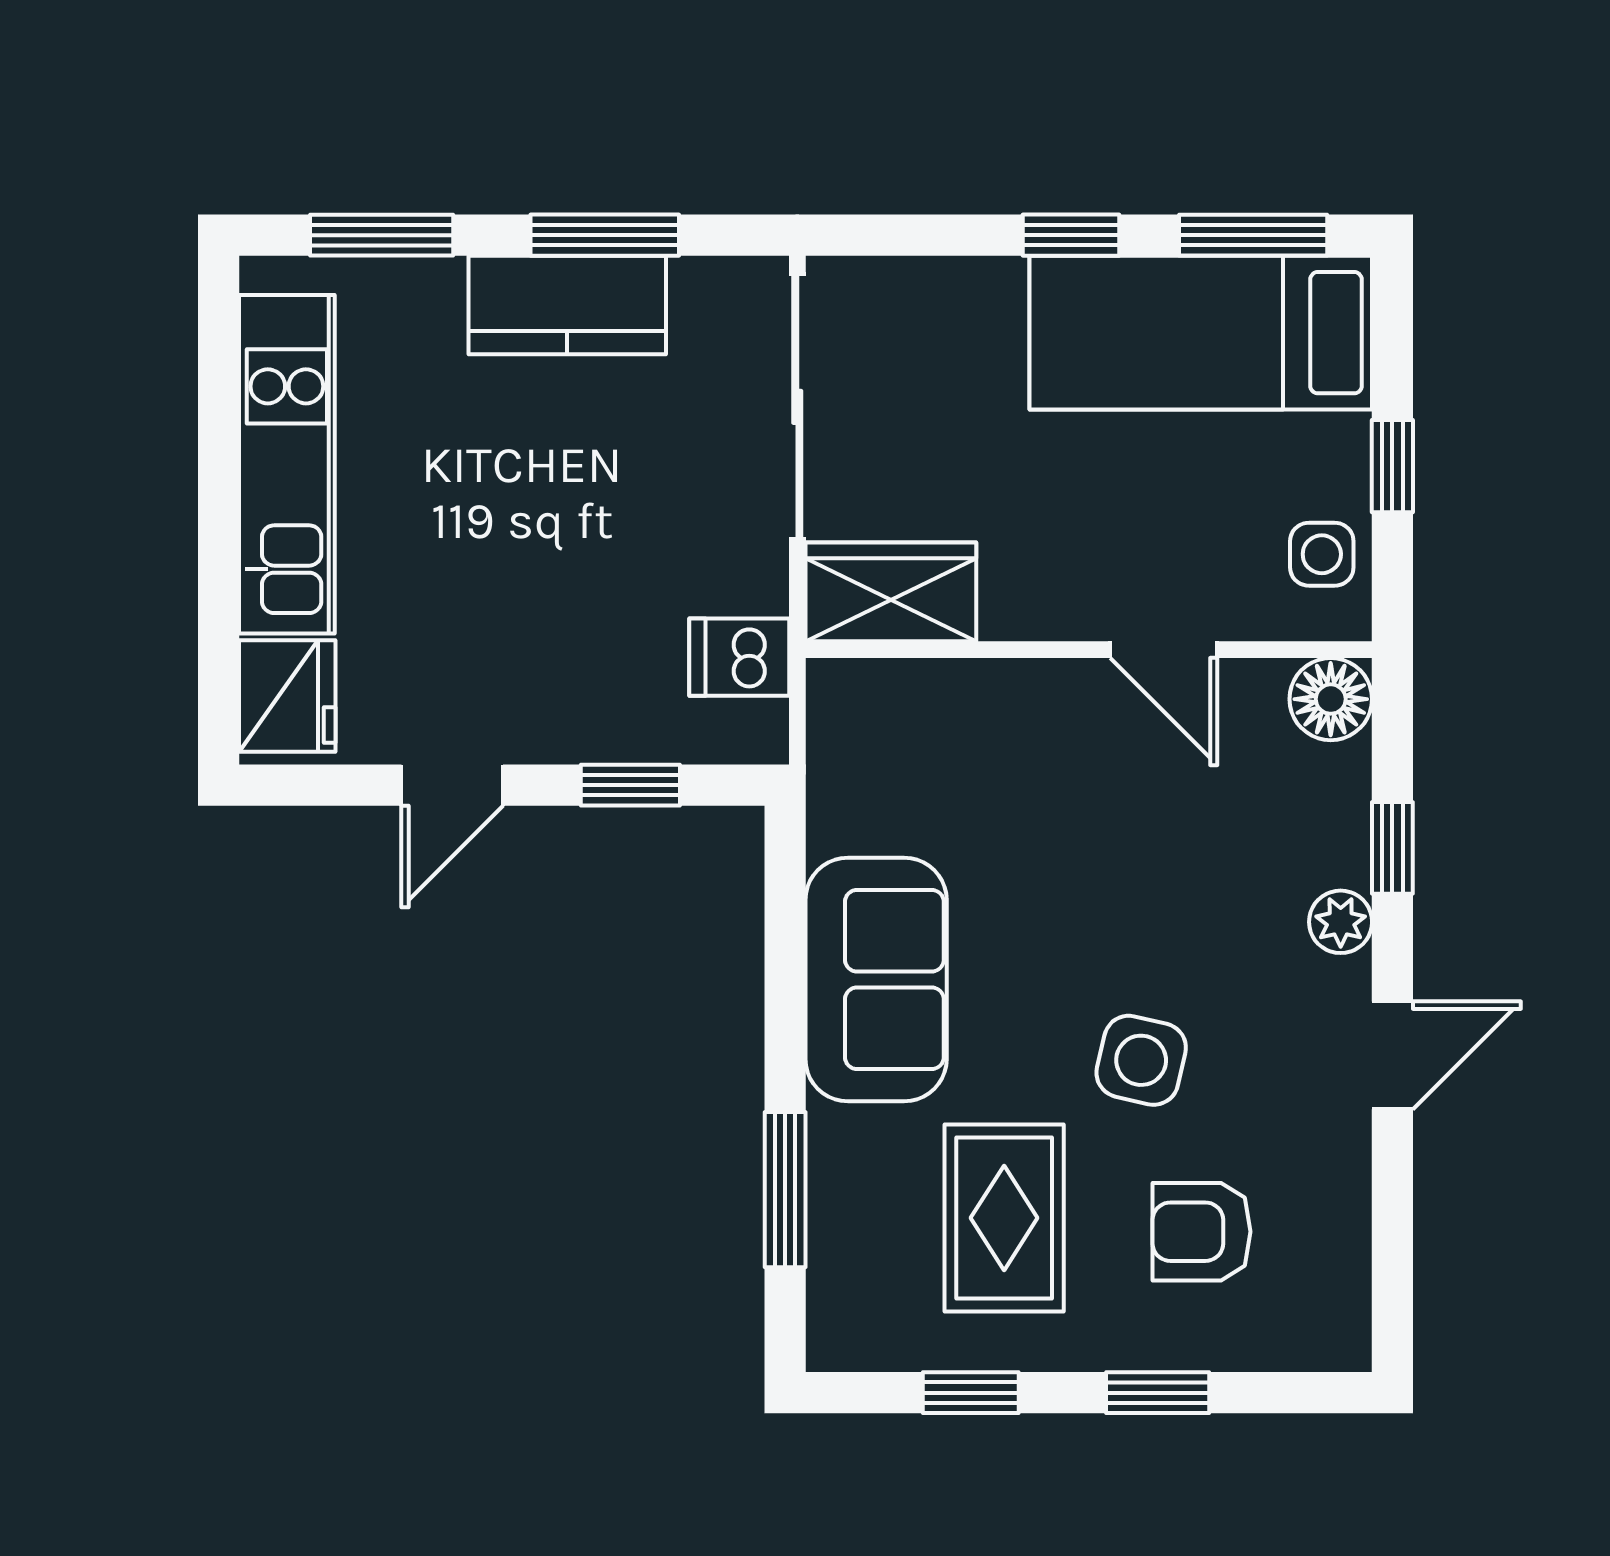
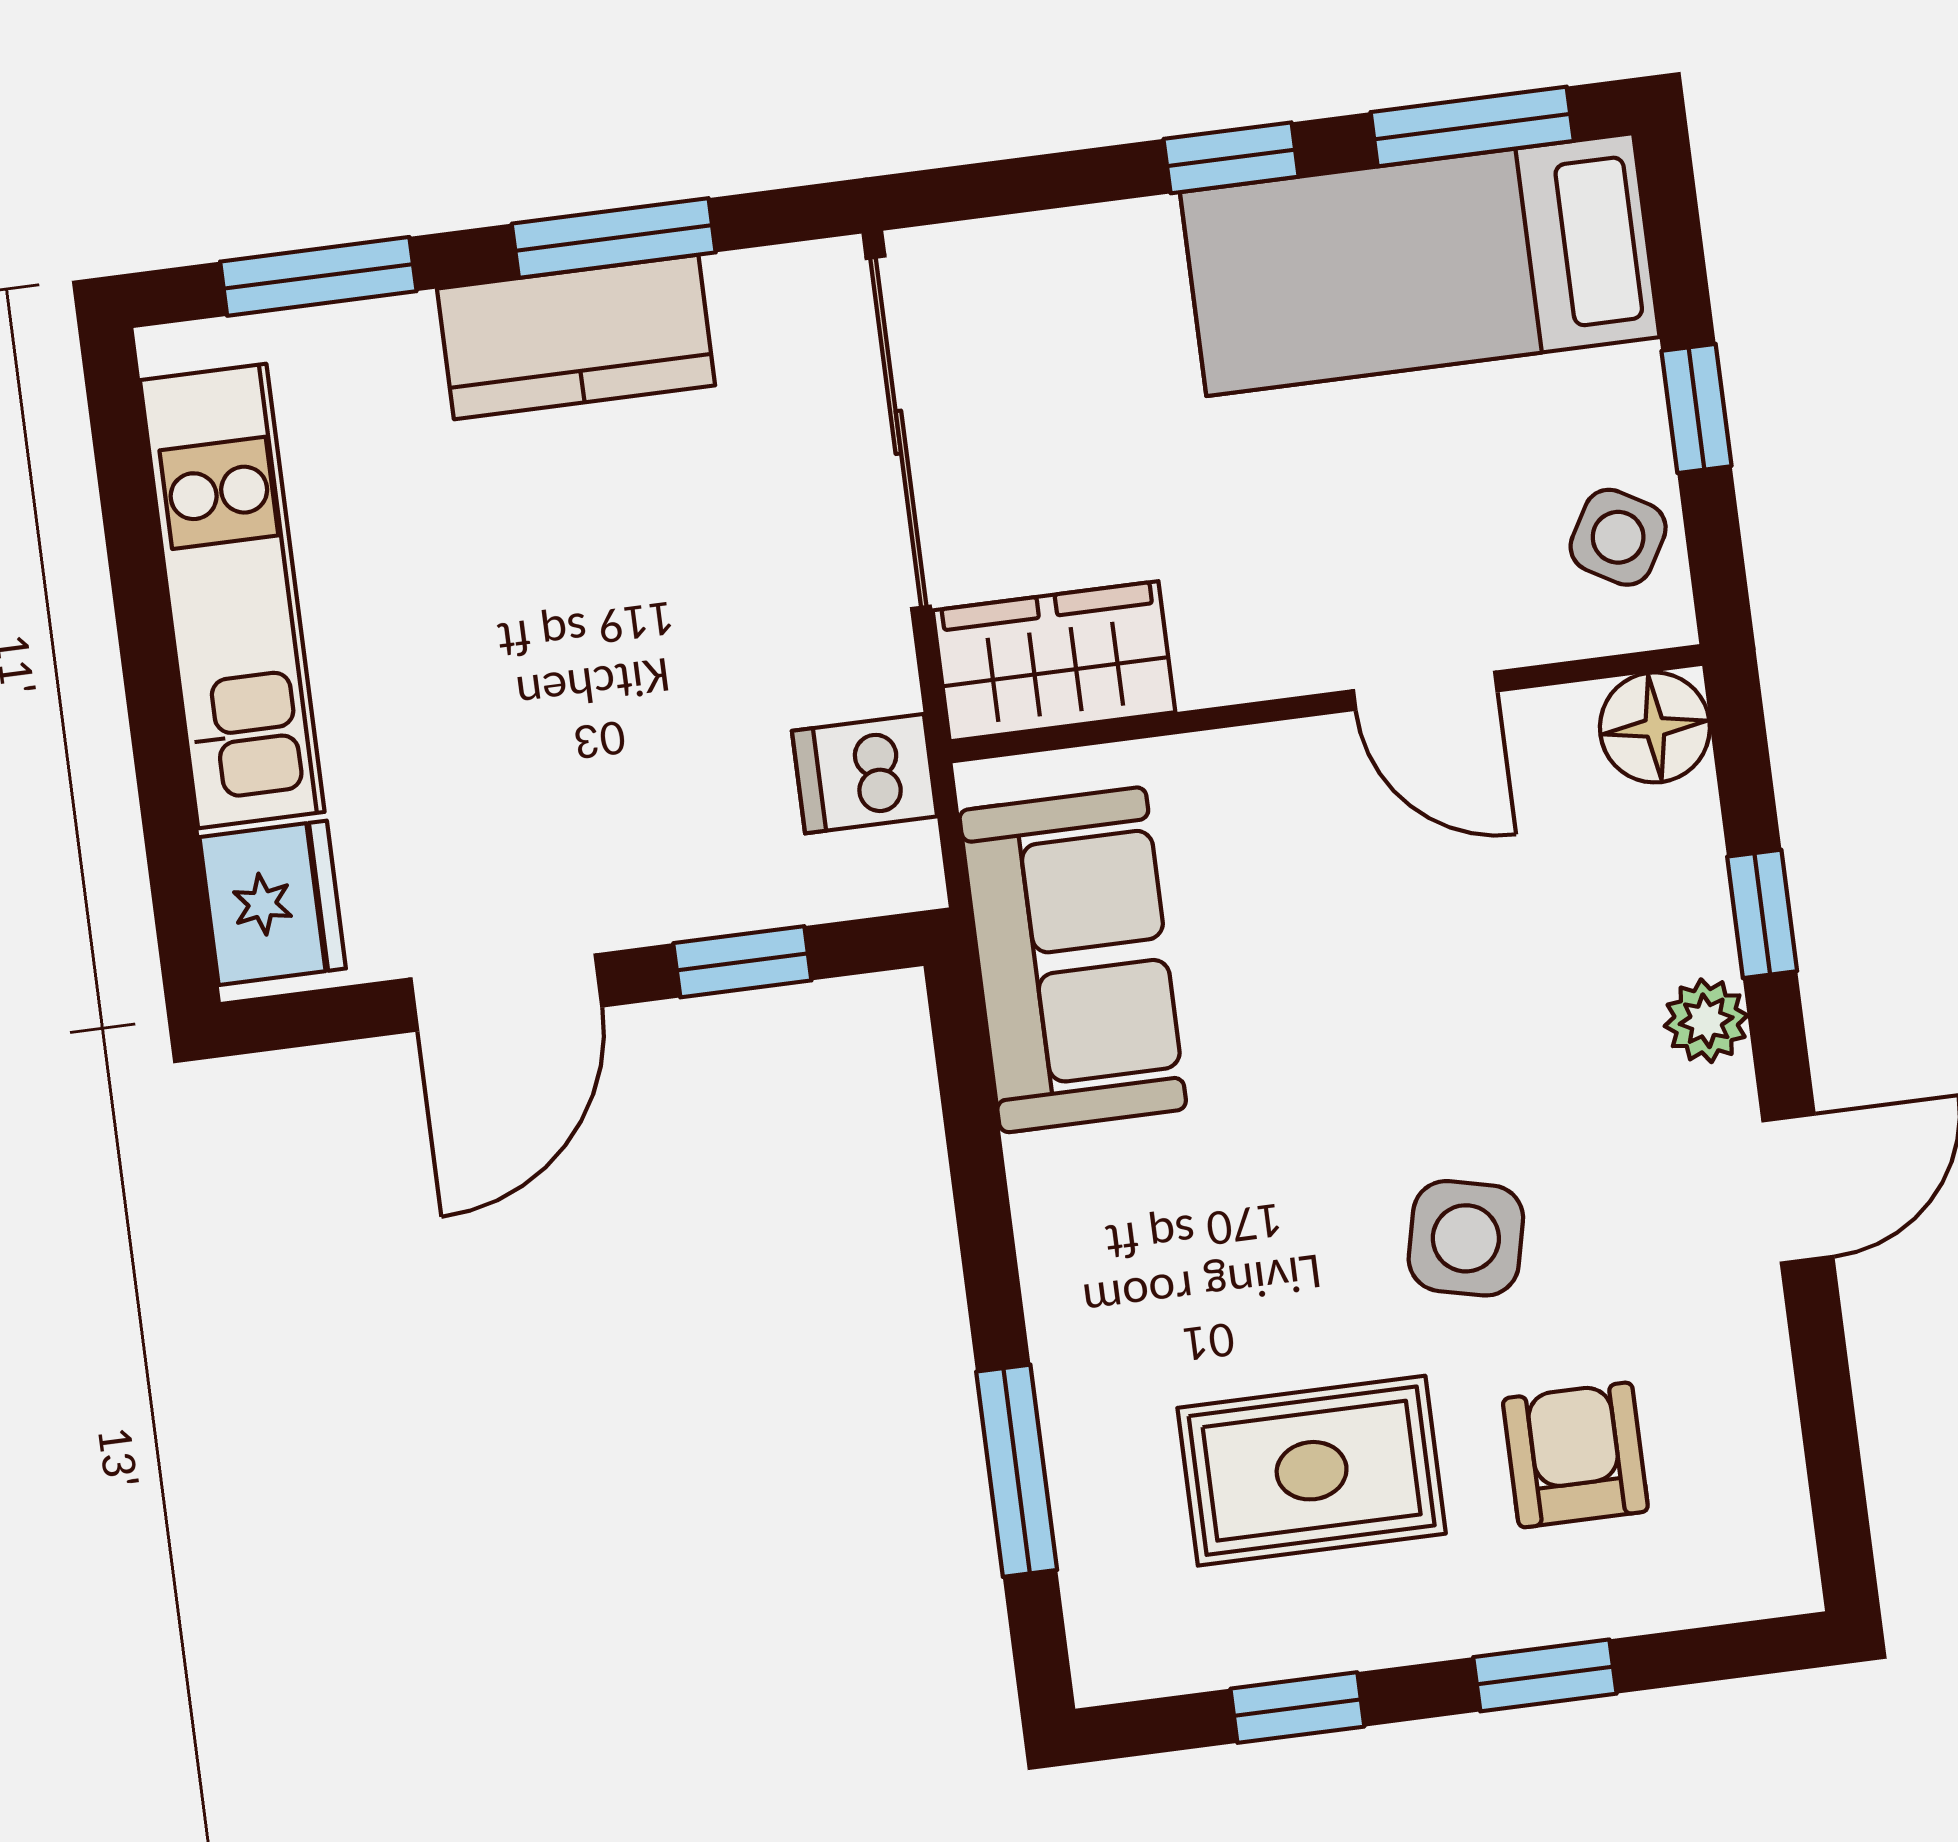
side table: (1322, 554) -> (1618, 537), turned 30
door: (452, 785) -> (506, 992), width x1.37
sofa: (876, 980) -> (1073, 960), moved
rug: (1004, 1218) -> (1312, 1471), turned 90
armchair: (1202, 1232) -> (1575, 1455), turned 90

